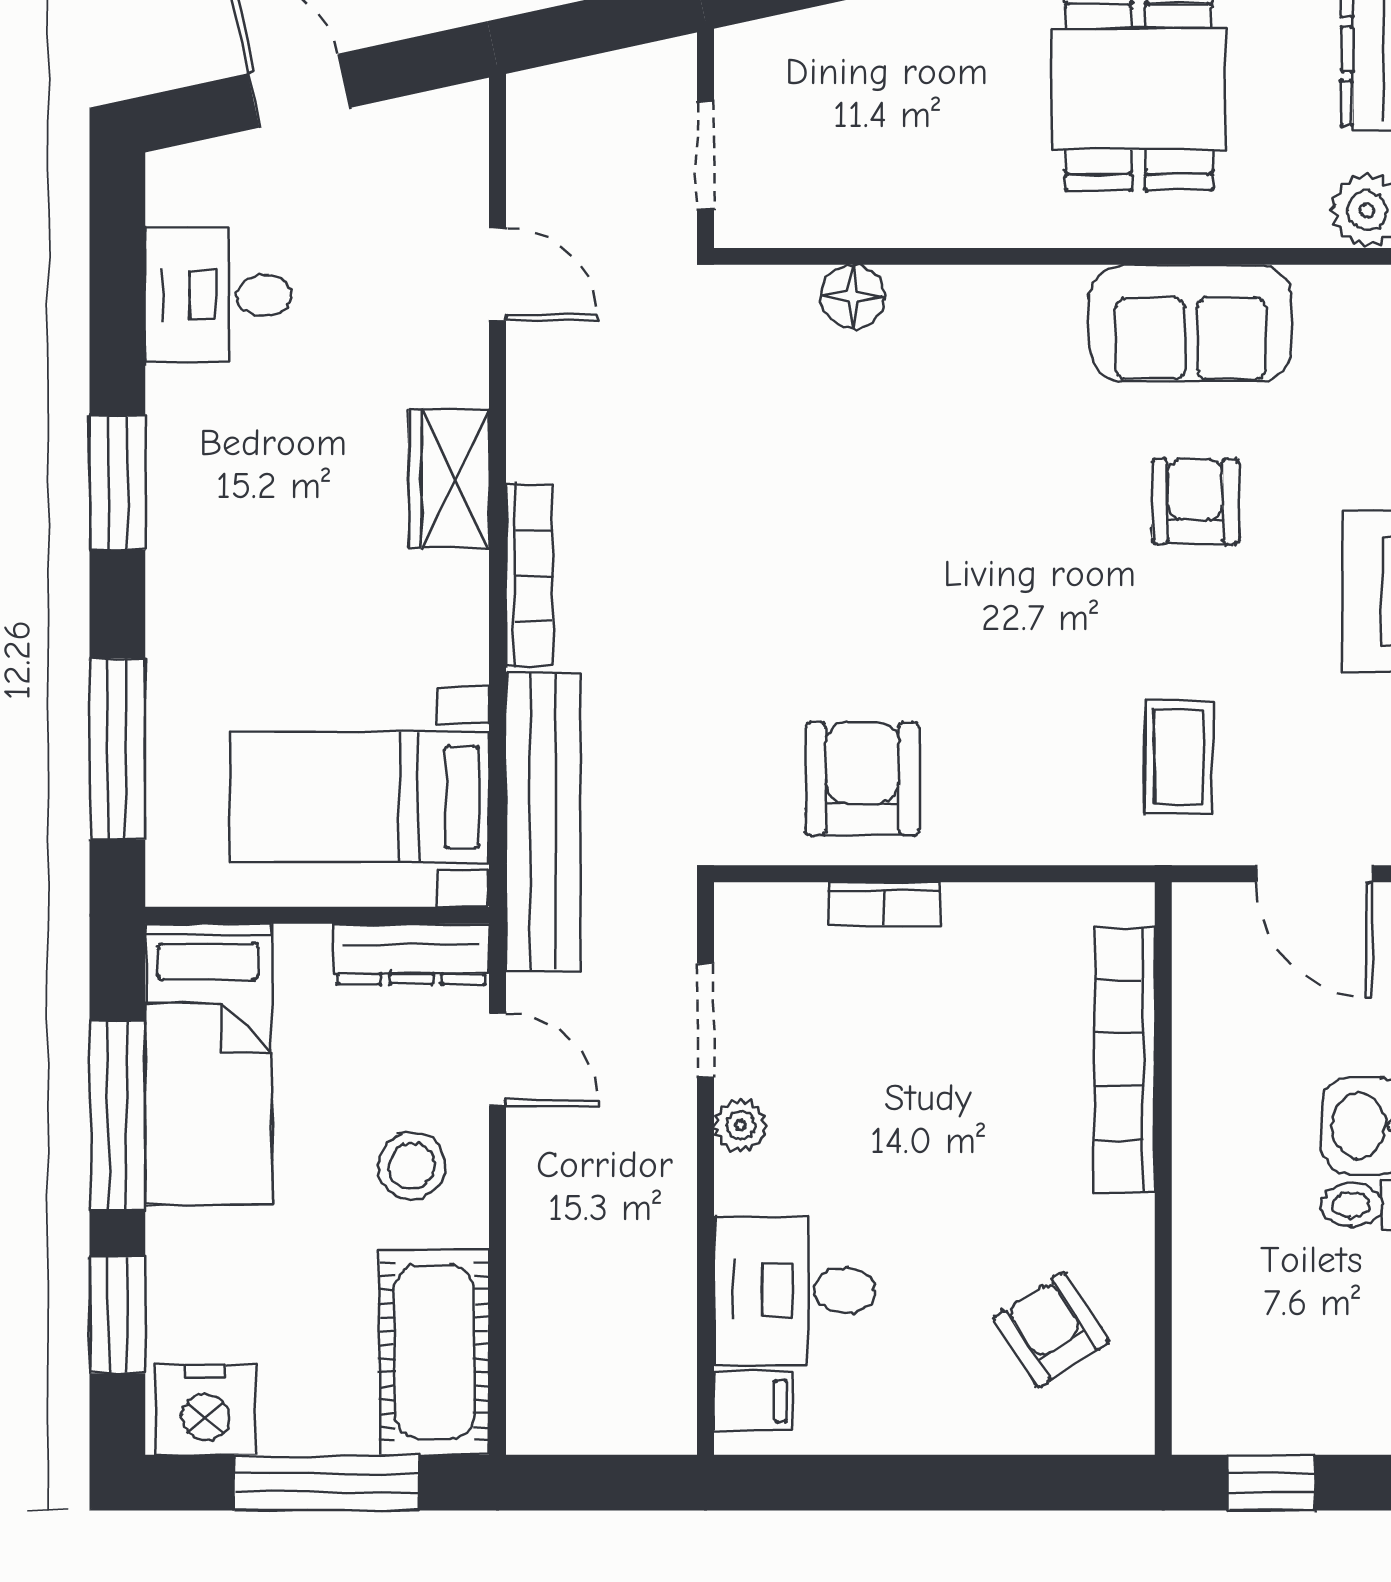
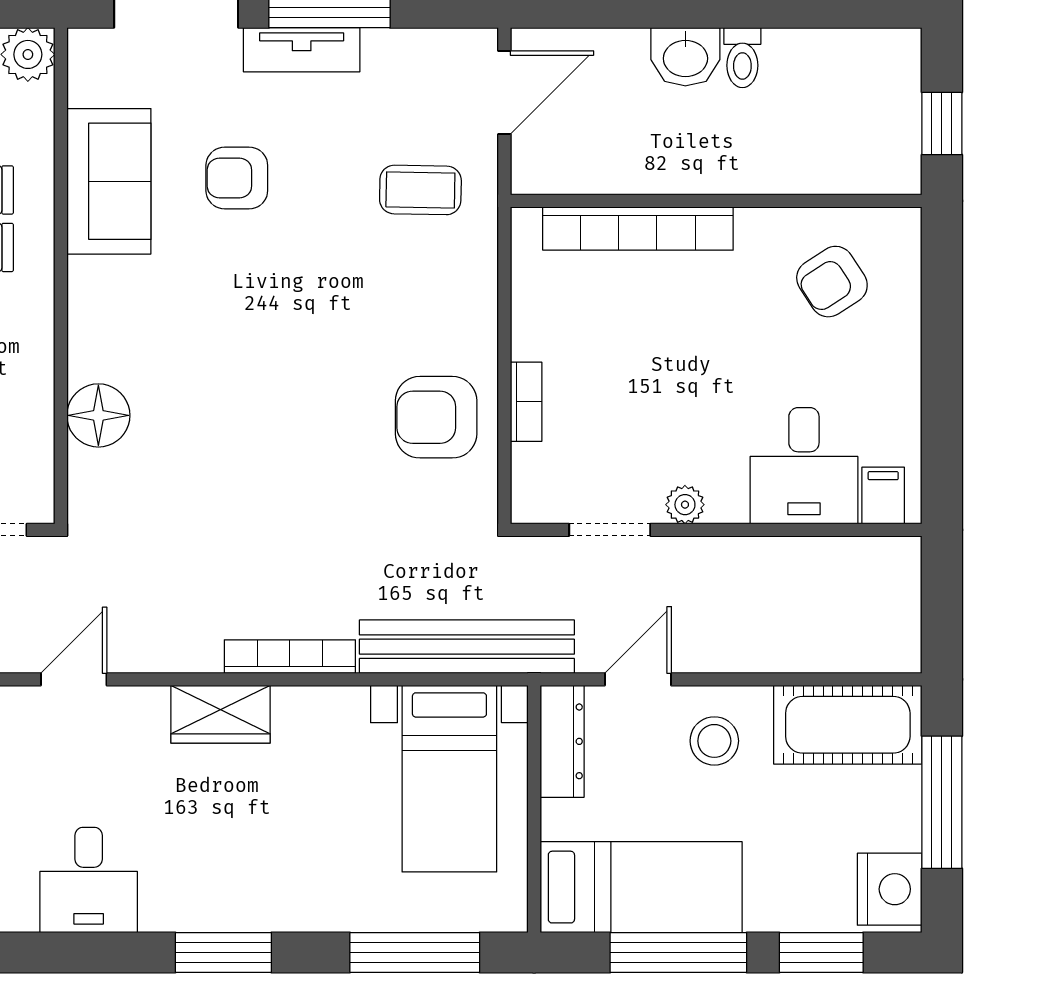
floor lamp: (853, 297) -> (98, 415), width x1.38, depth x1.38

